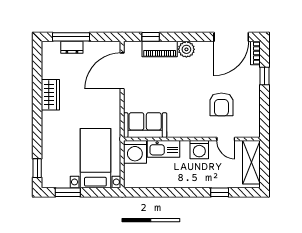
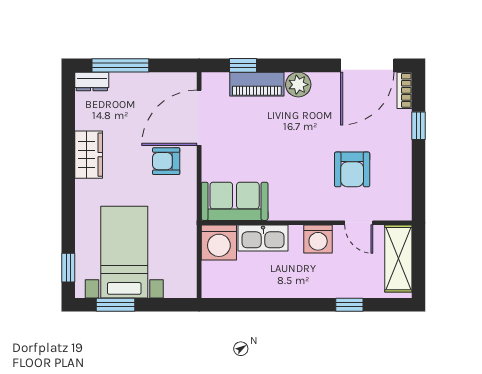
dresser: (72, 47) -> (92, 81), moved
armchair: (101, 99) -> (166, 161), added
bed with nightstands: (95, 158) -> (124, 252), moved

